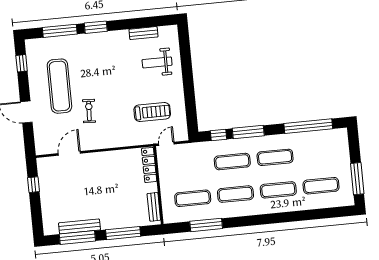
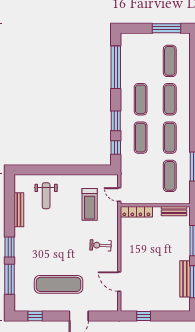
bench: (143, 33) -> (19, 210), width x1.36
exercise bike: (89, 111) -> (101, 245), moved
treadmill: (152, 112) -> (90, 204), turned 180
window: (248, 132) -> (116, 121), width x0.69

